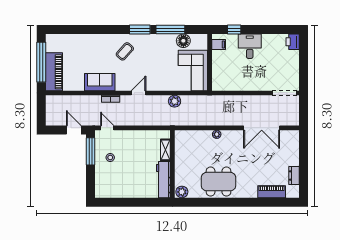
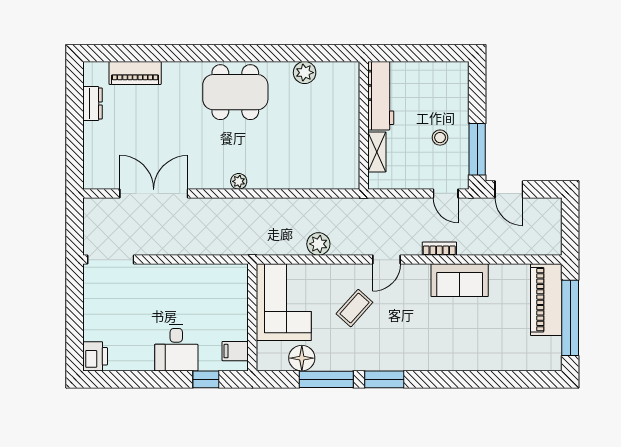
coffee table: (125, 51) -> (354, 308), moved
shelving: (165, 150) -> (377, 152), moved
wall: (172, 164) -> (364, 125), moved
workbench: (163, 180) -> (381, 96), moved

